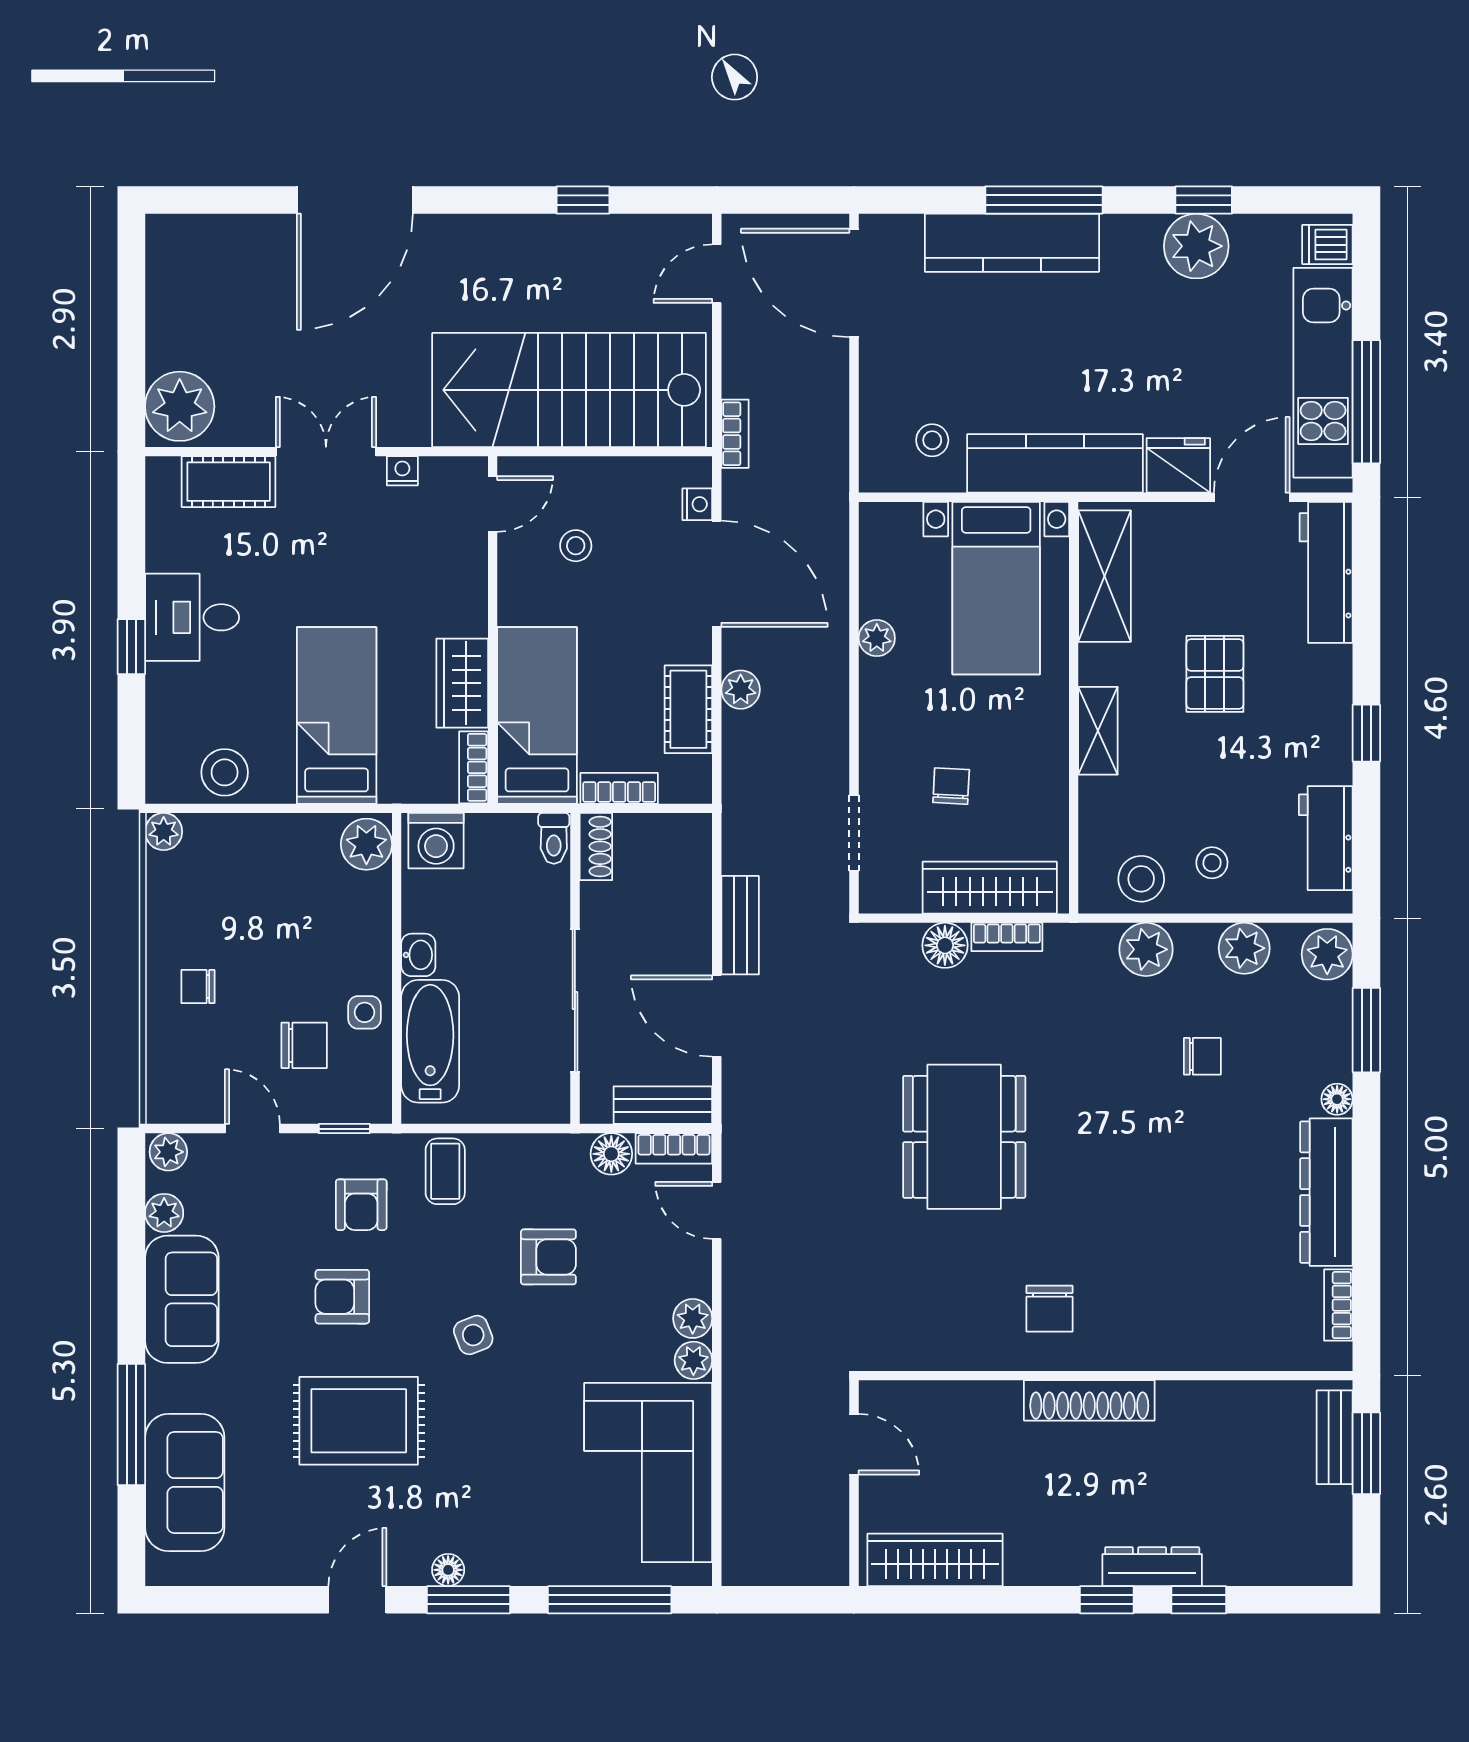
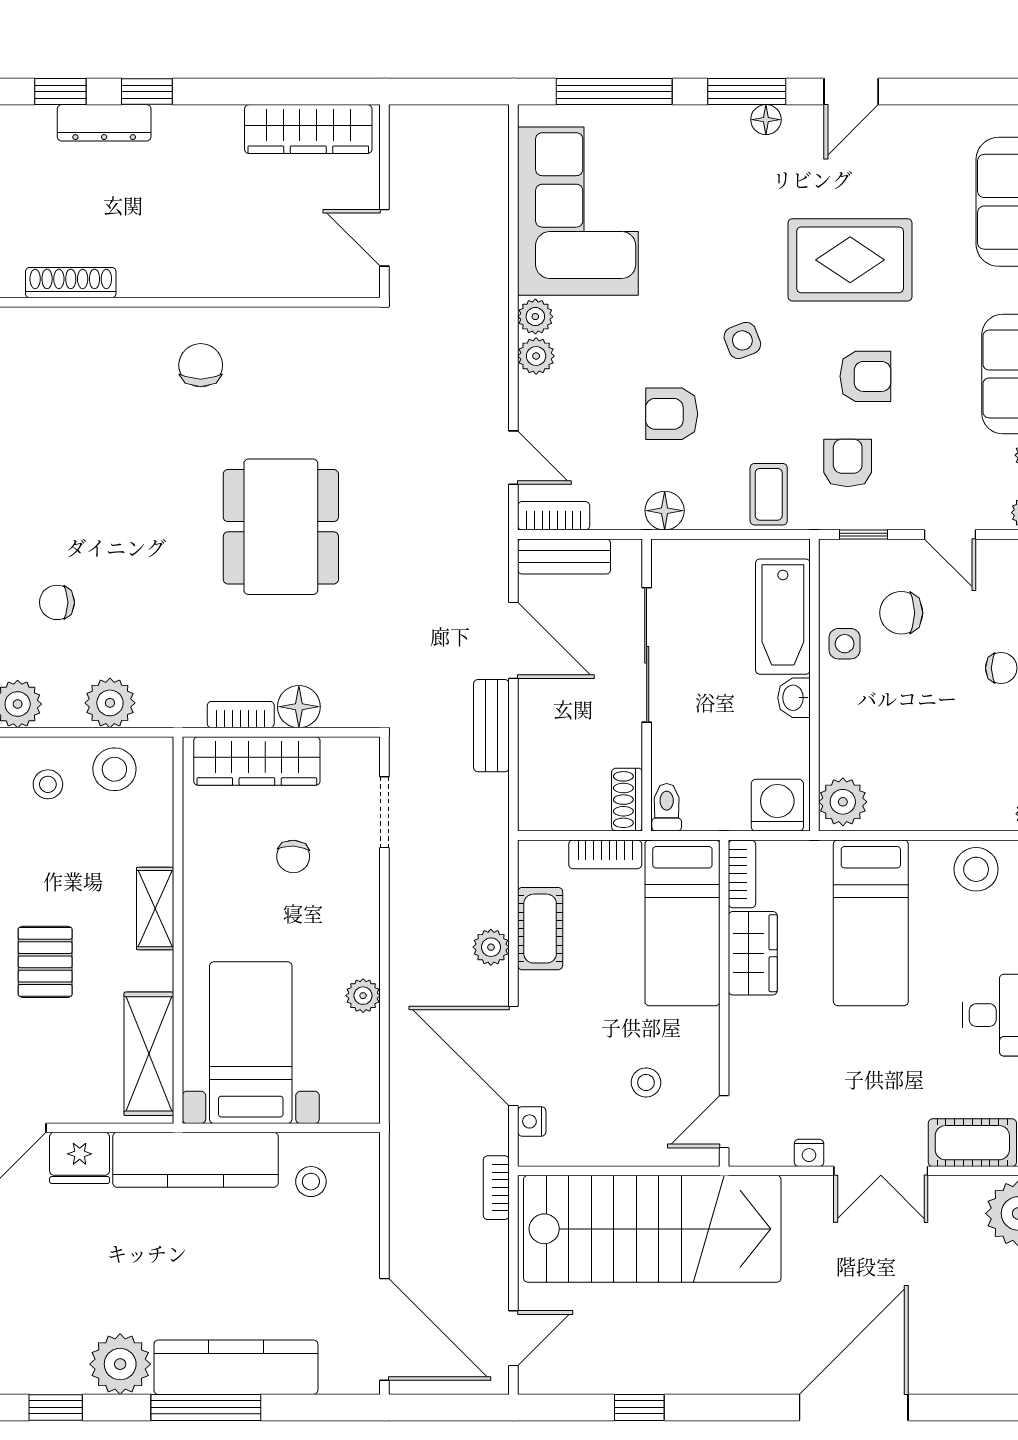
plant: (1196, 246) -> (120, 1364), moved
floor lamp: (611, 1154) -> (665, 511), moved
shoe rack: (1089, 1400) -> (71, 283), moved, width x0.74, depth x0.81

